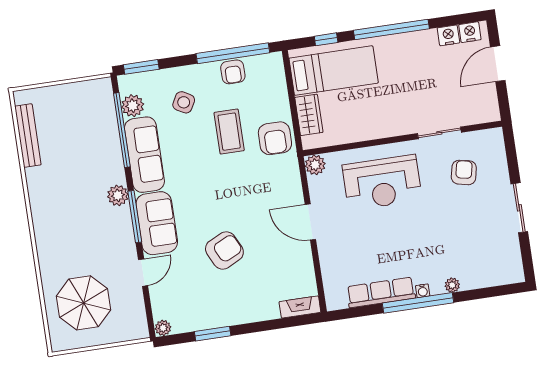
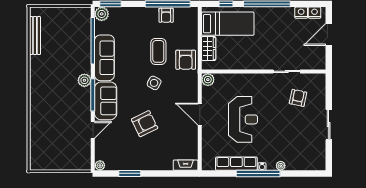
side table: (184, 102) -> (154, 83), moved
plant: (133, 106) -> (102, 14), moved
reception desk: (382, 183) -> (243, 119), moved, turned -90
parasol: (83, 303) -> (54, 143), removed

